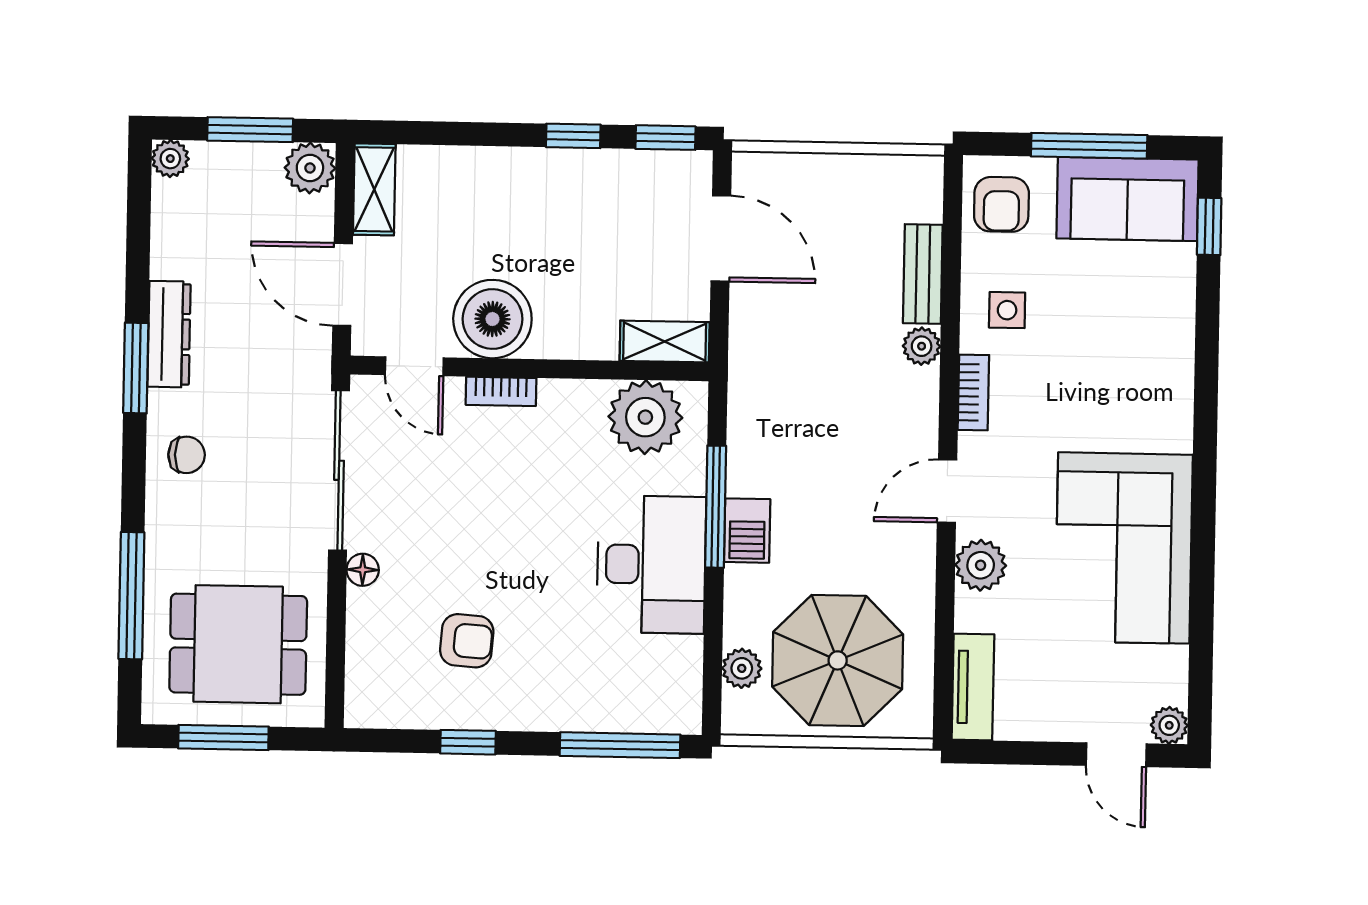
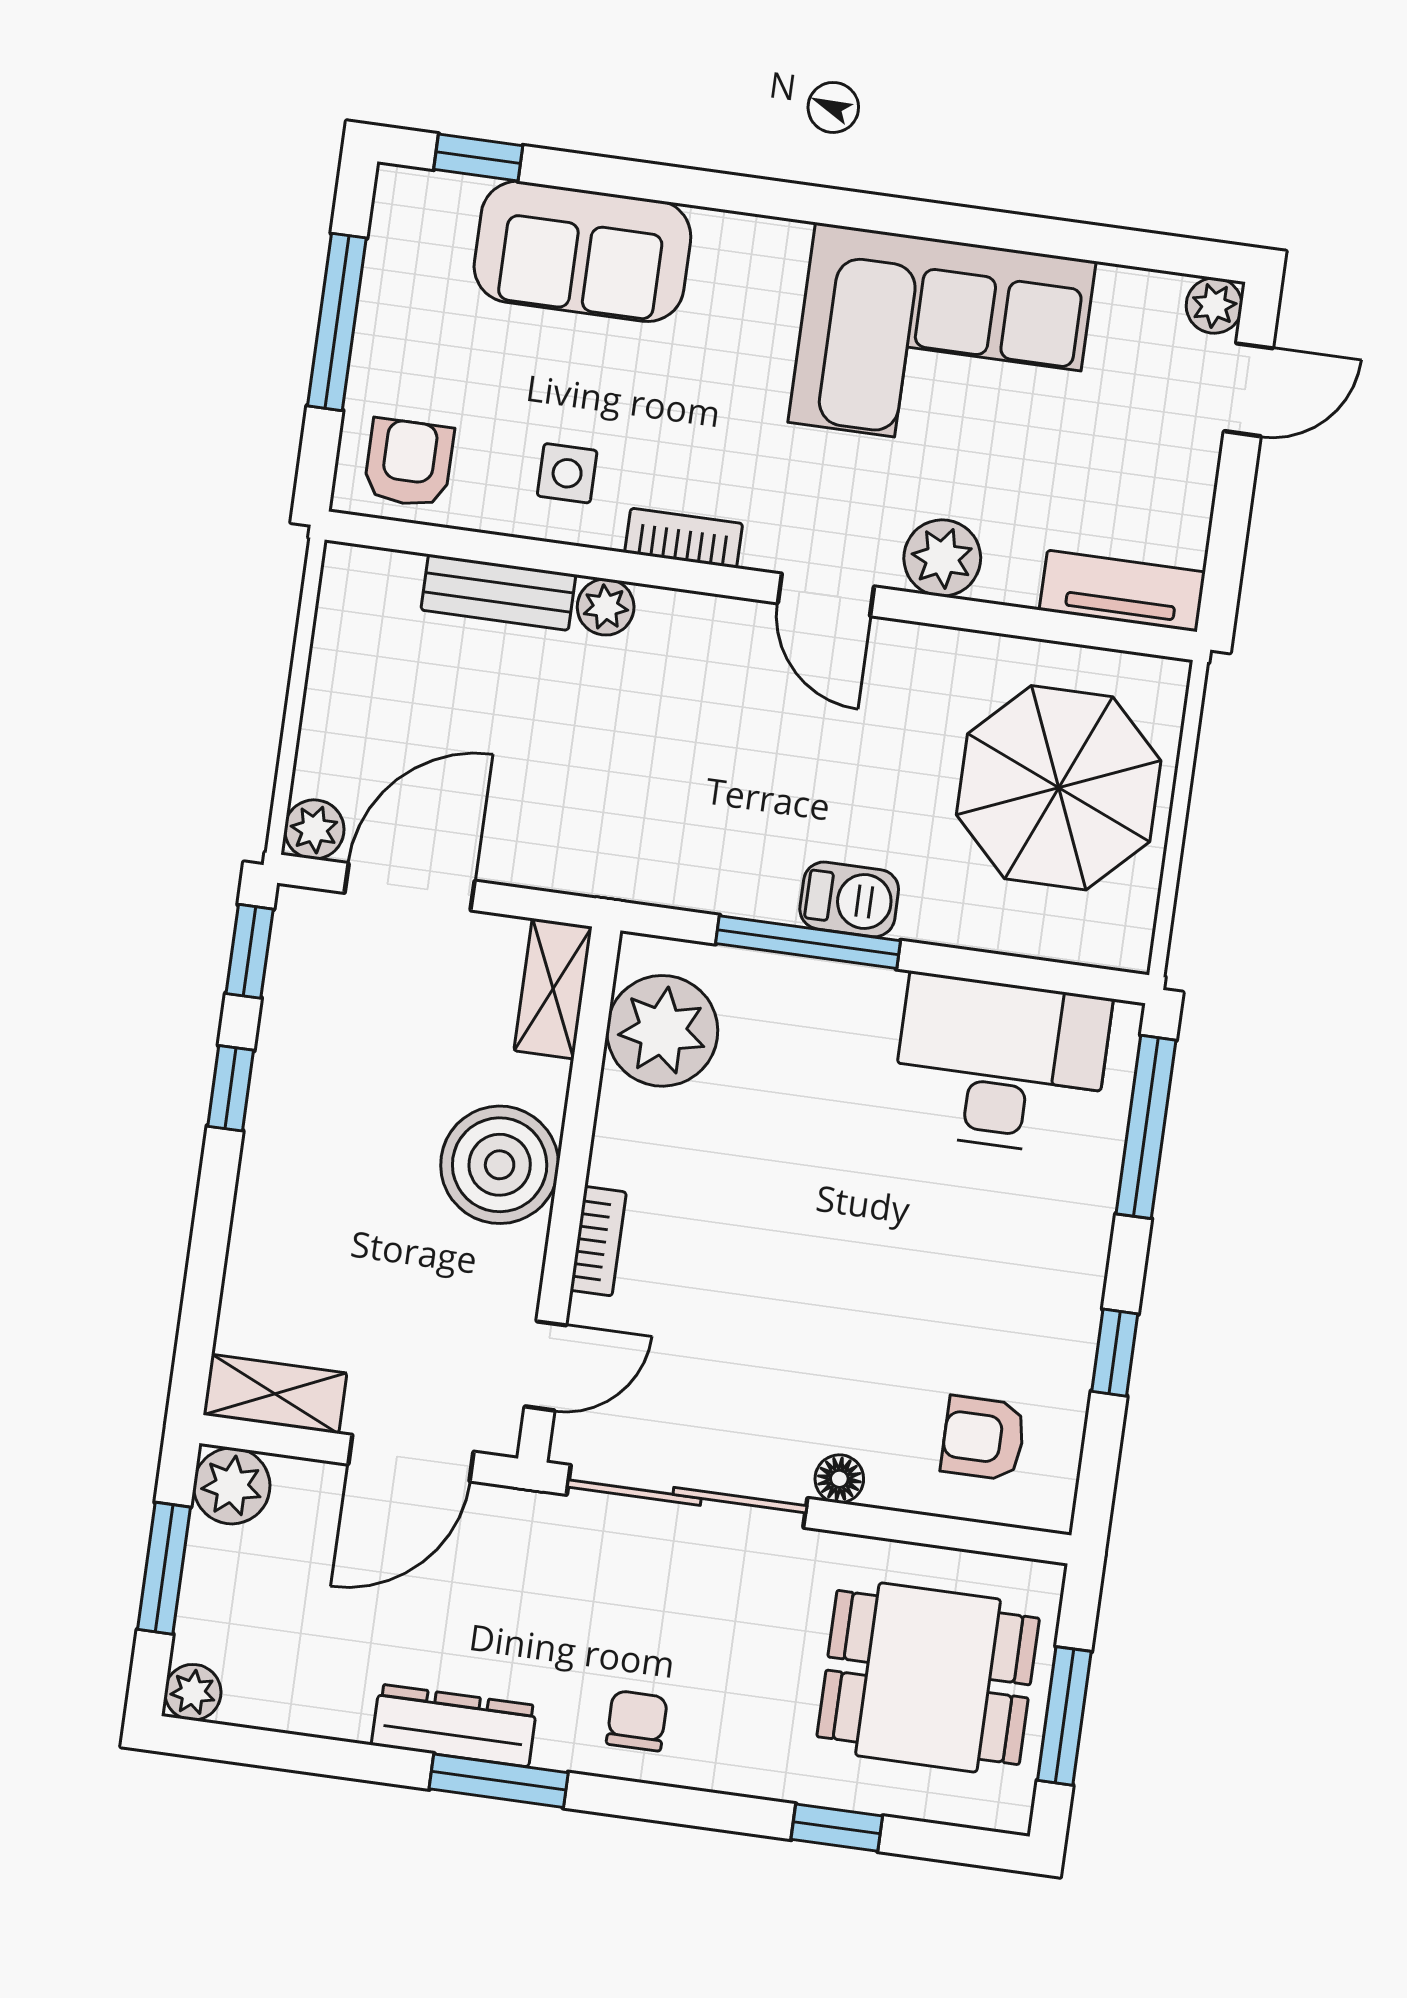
sofa: (1127, 199) -> (582, 251), moved, turned 90
armchair: (1001, 204) -> (409, 463), turned -90
boiler: (492, 319) -> (500, 1165), moved
desk: (651, 564) -> (1001, 1064), moved
window: (131, 596) -> (837, 1828), width x0.46
armchair: (467, 641) -> (983, 1438), moved, turned -94
dining table: (238, 644) -> (928, 1677), turned 90
plant: (742, 668) -> (314, 829), moved

